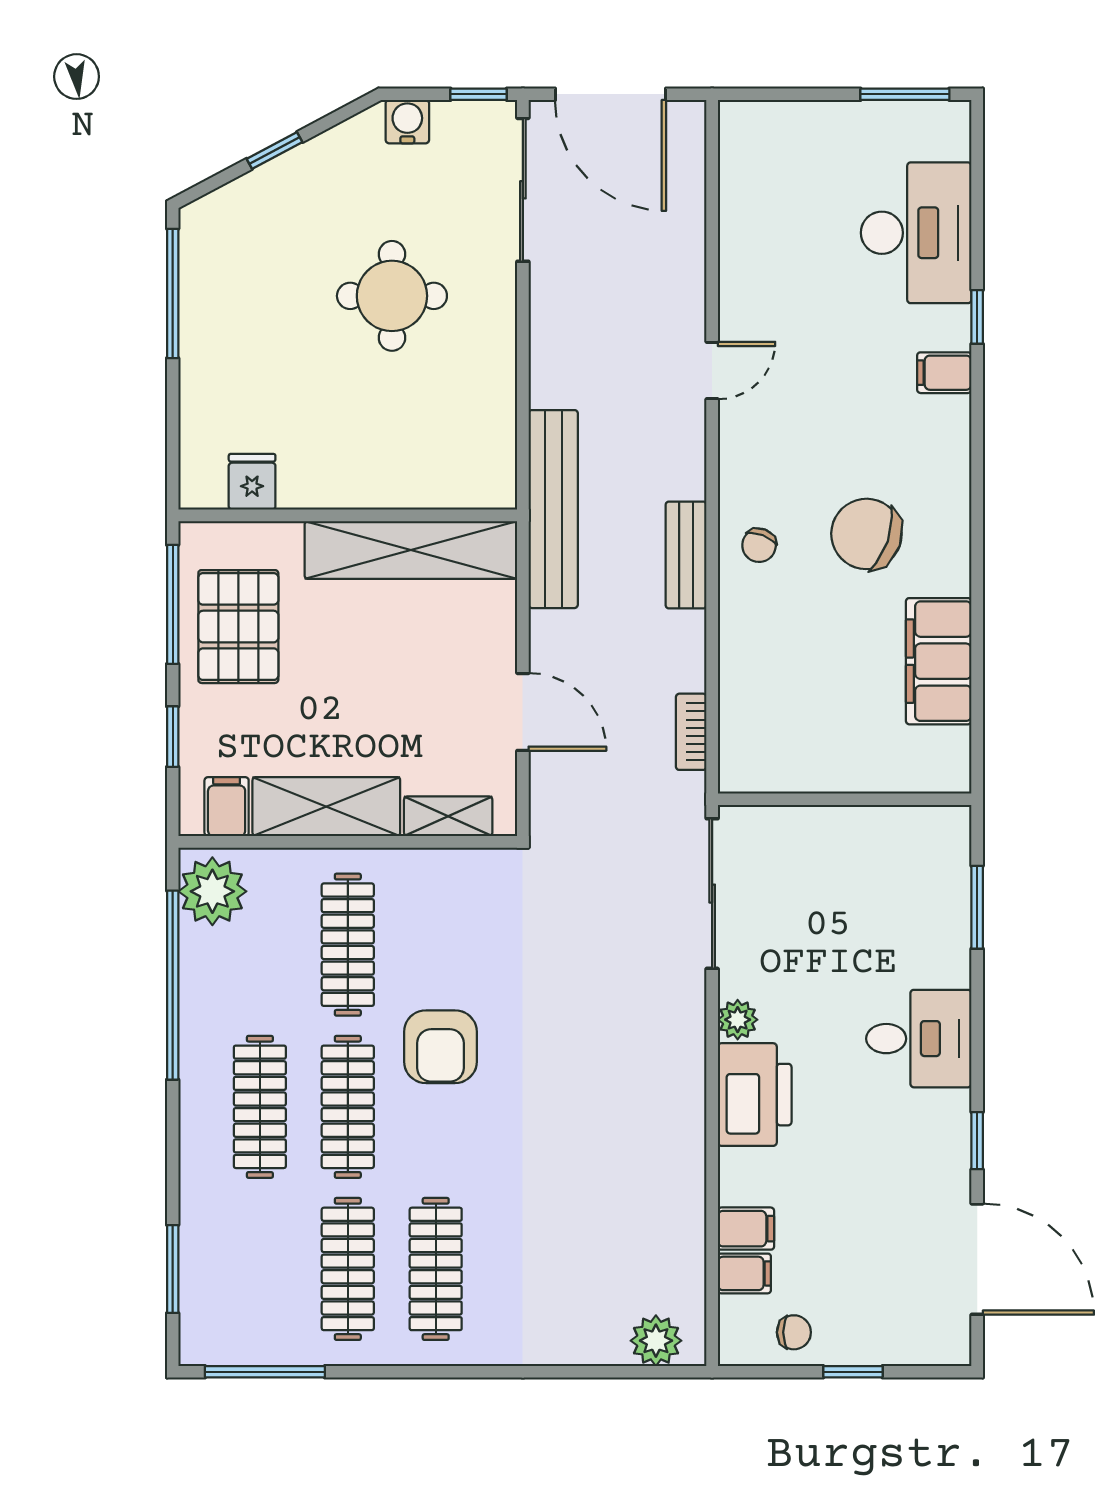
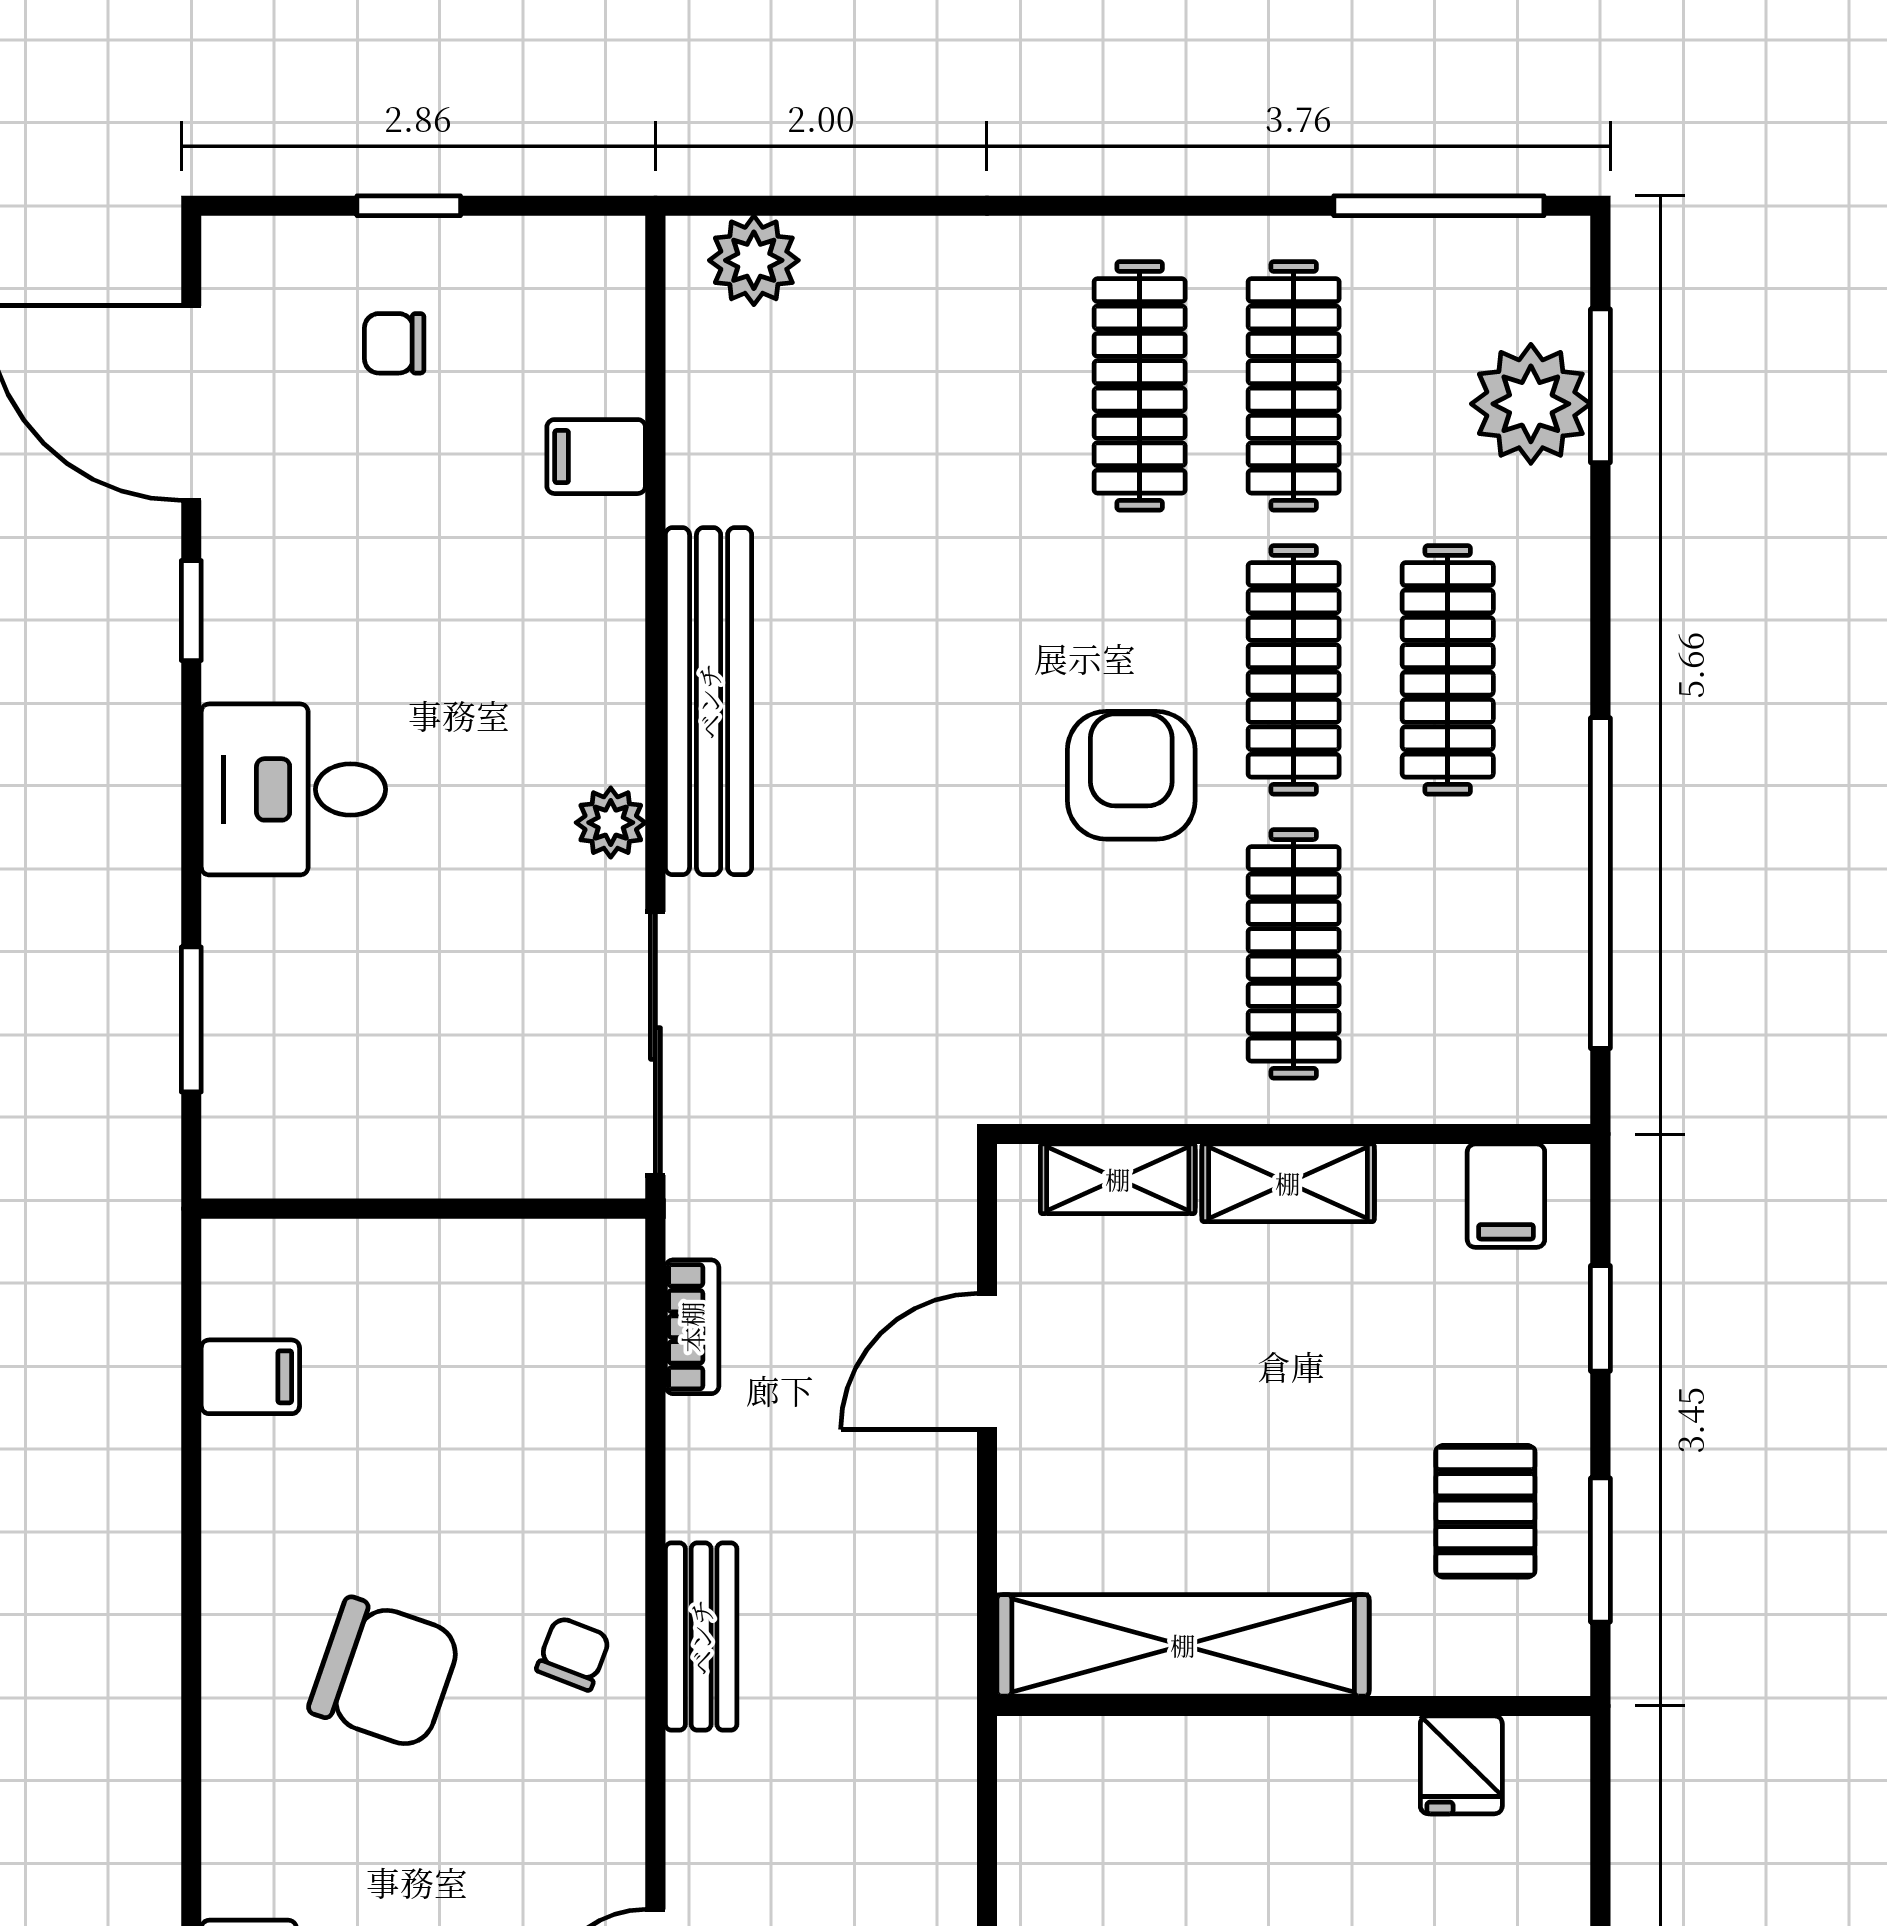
bench: (553, 509) -> (709, 701), moved
window: (173, 604) -> (1600, 1550), width x0.69
pallet: (238, 627) -> (1485, 1511), width x0.67, depth x0.71
filing cabinet: (939, 661) -> (250, 1377), width x0.33, depth x0.86
door: (523, 712) -> (987, 1362), hinge flipped
shelving: (326, 807) -> (1288, 1183), width x0.67, depth x0.75
plant: (212, 891) -> (1531, 404), moved
printer: (755, 1095) -> (581, 691), removed
filing cabinet: (744, 1273) -> (599, 378), removed
chair: (794, 1332) -> (394, 343), moved

